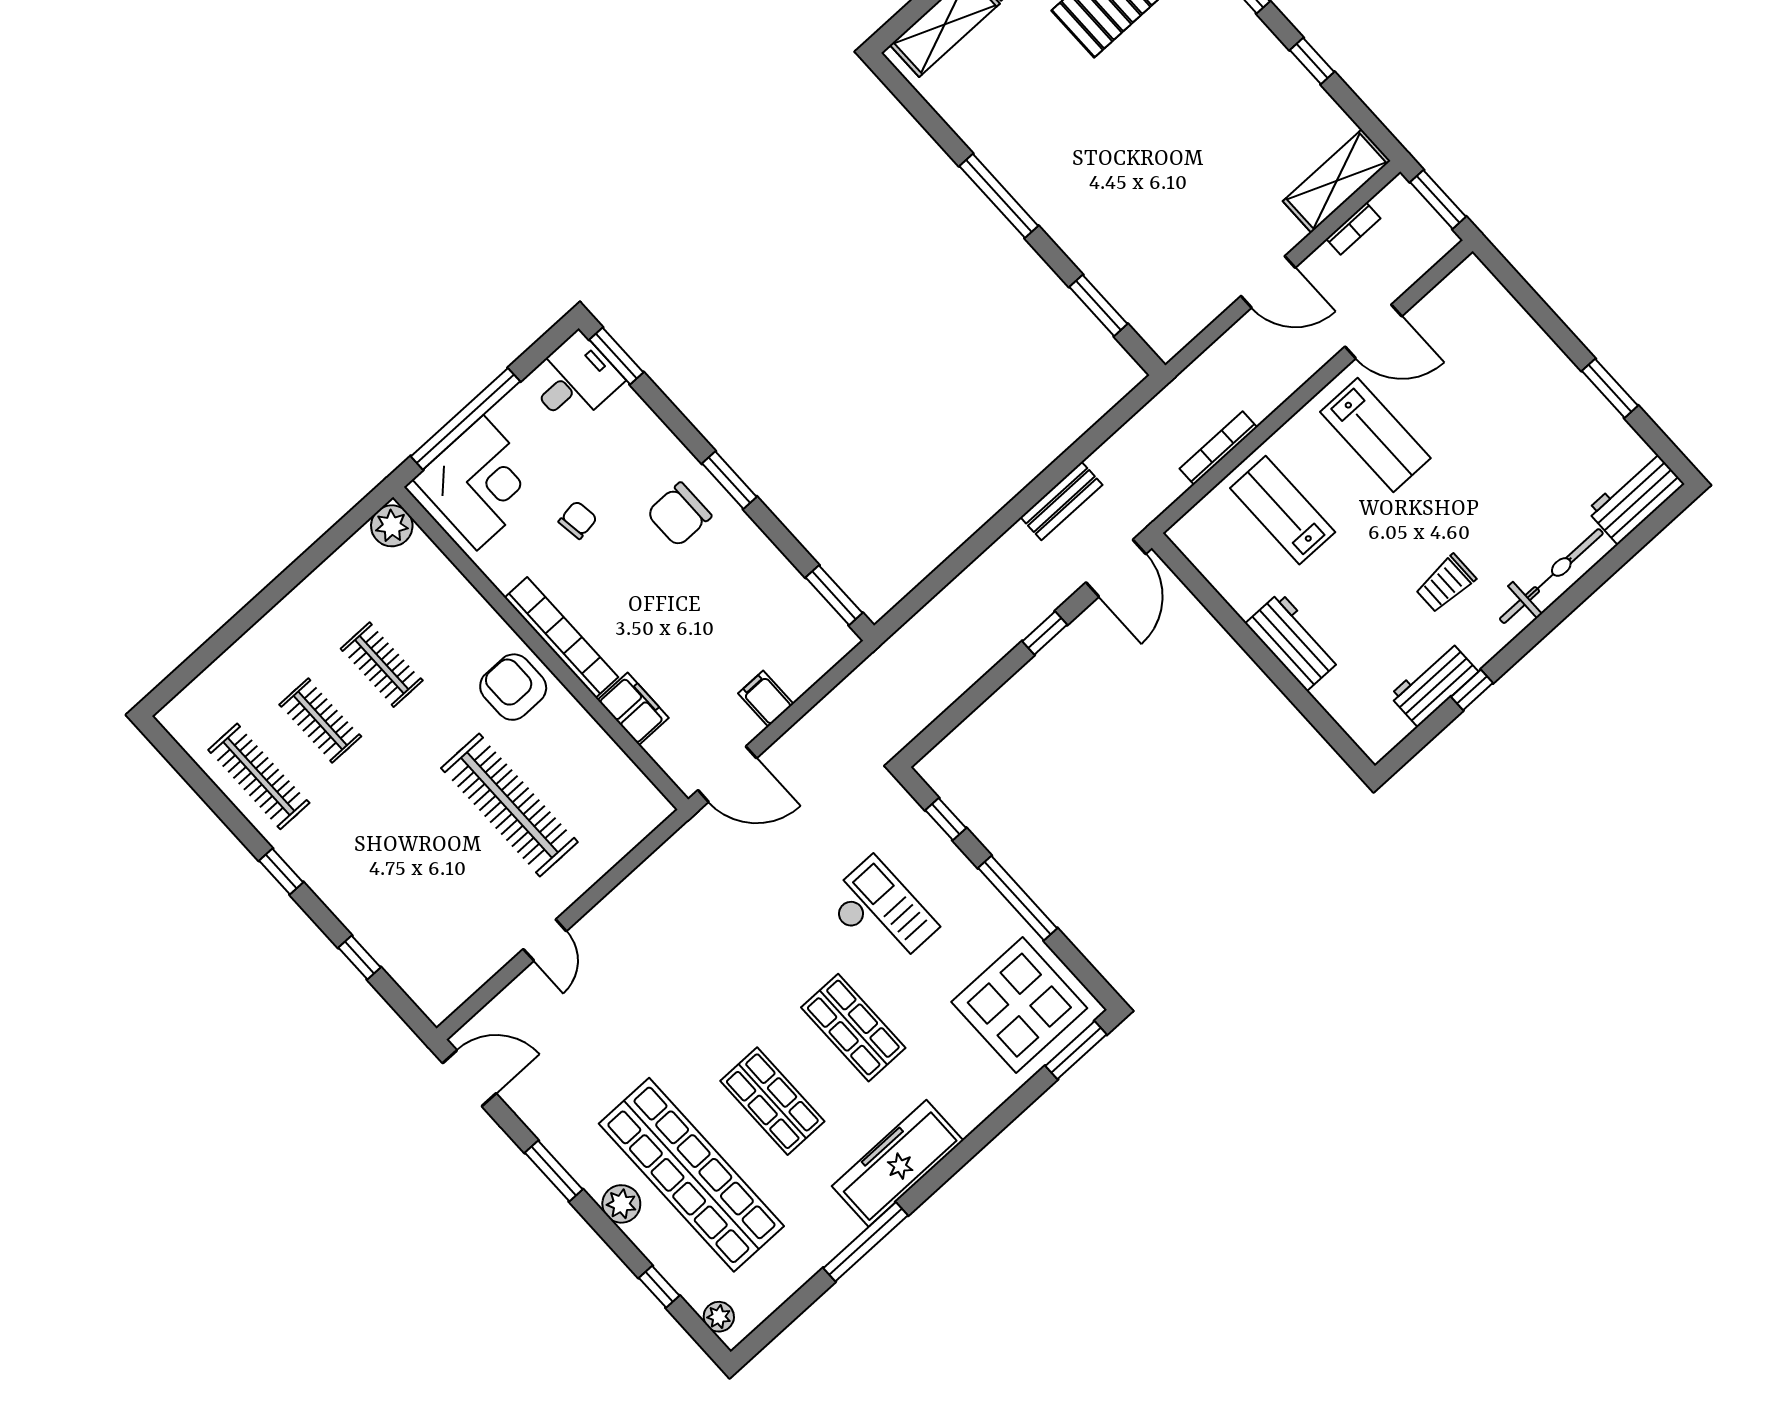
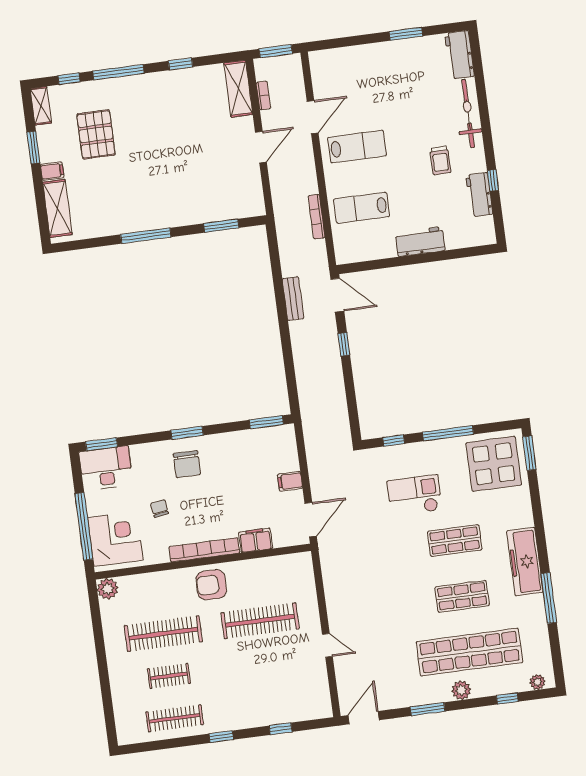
desk: (574, 380) -> (106, 468), width x1.37
clothes rail: (382, 665) -> (163, 634), width x1.86, depth x1.31

